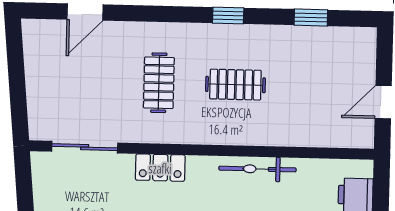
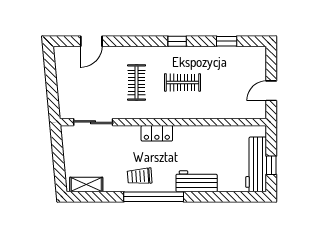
locker: (160, 168) -> (157, 133), moved
bicycle: (257, 169) -> (197, 133), removed

